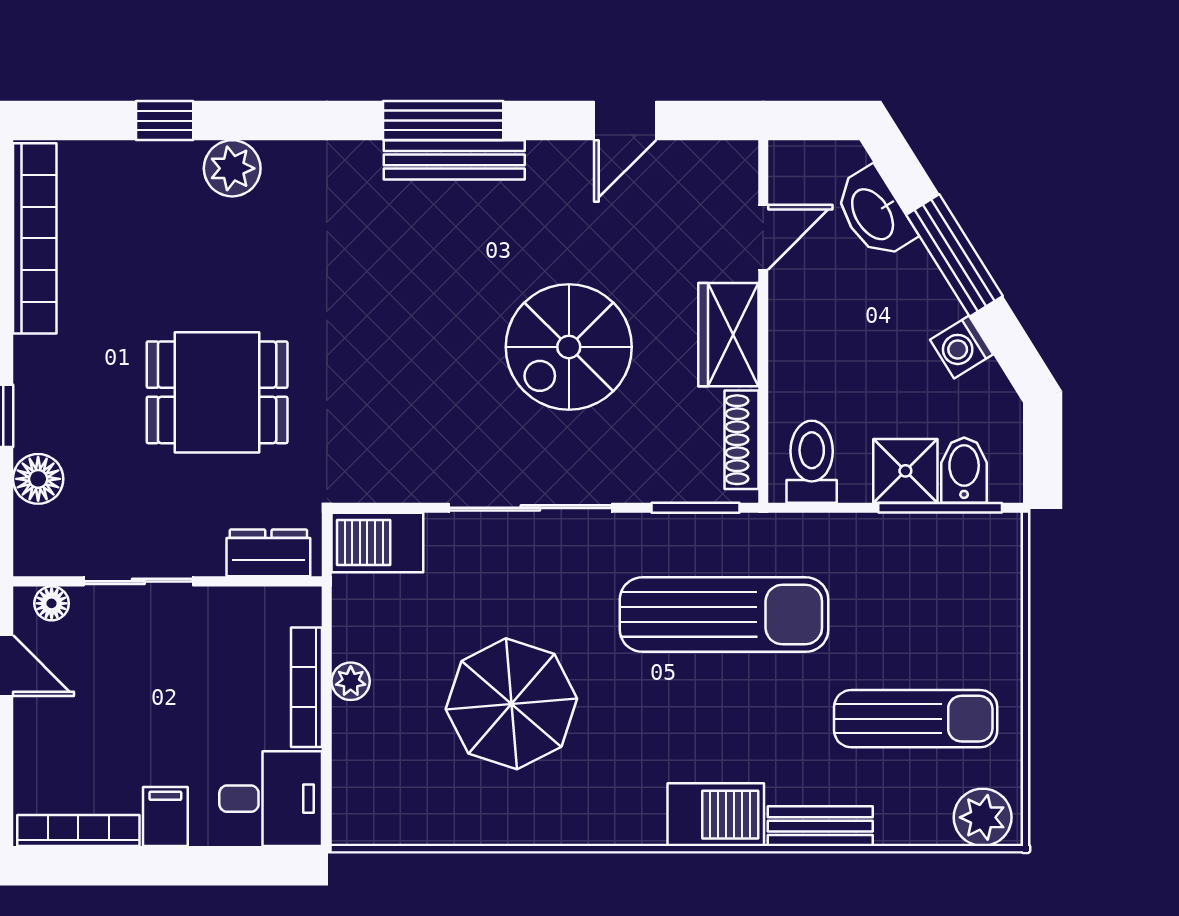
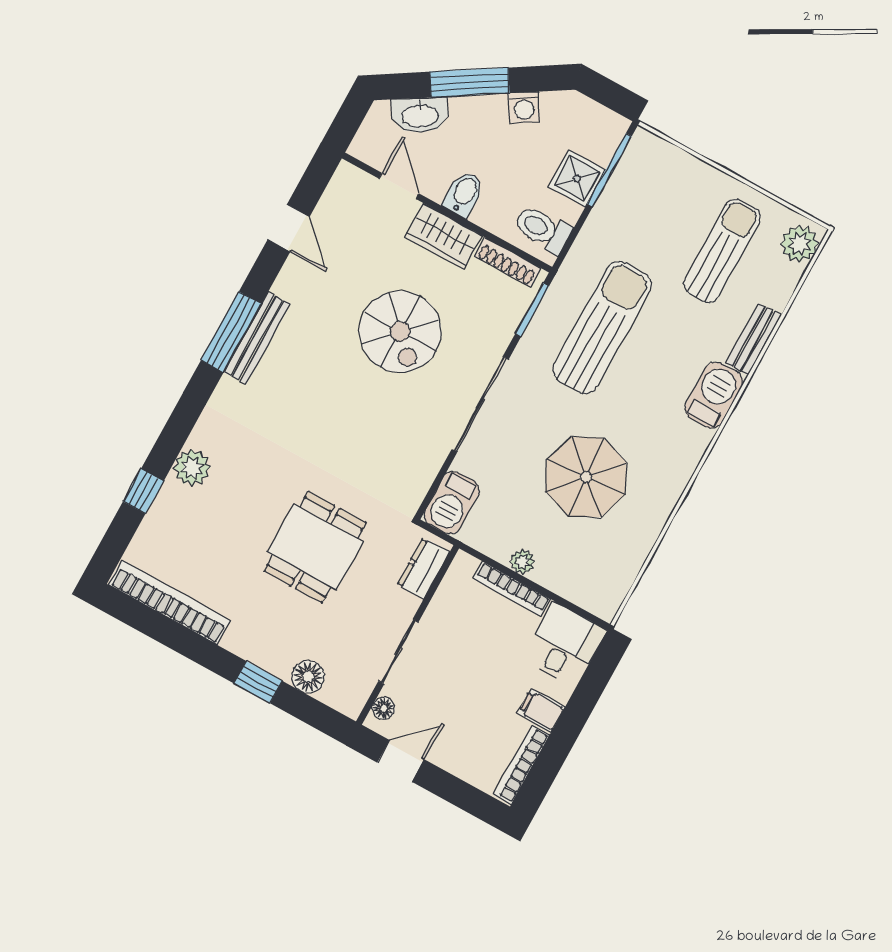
bidet: (964, 470) -> (464, 194), moved, turned 90

